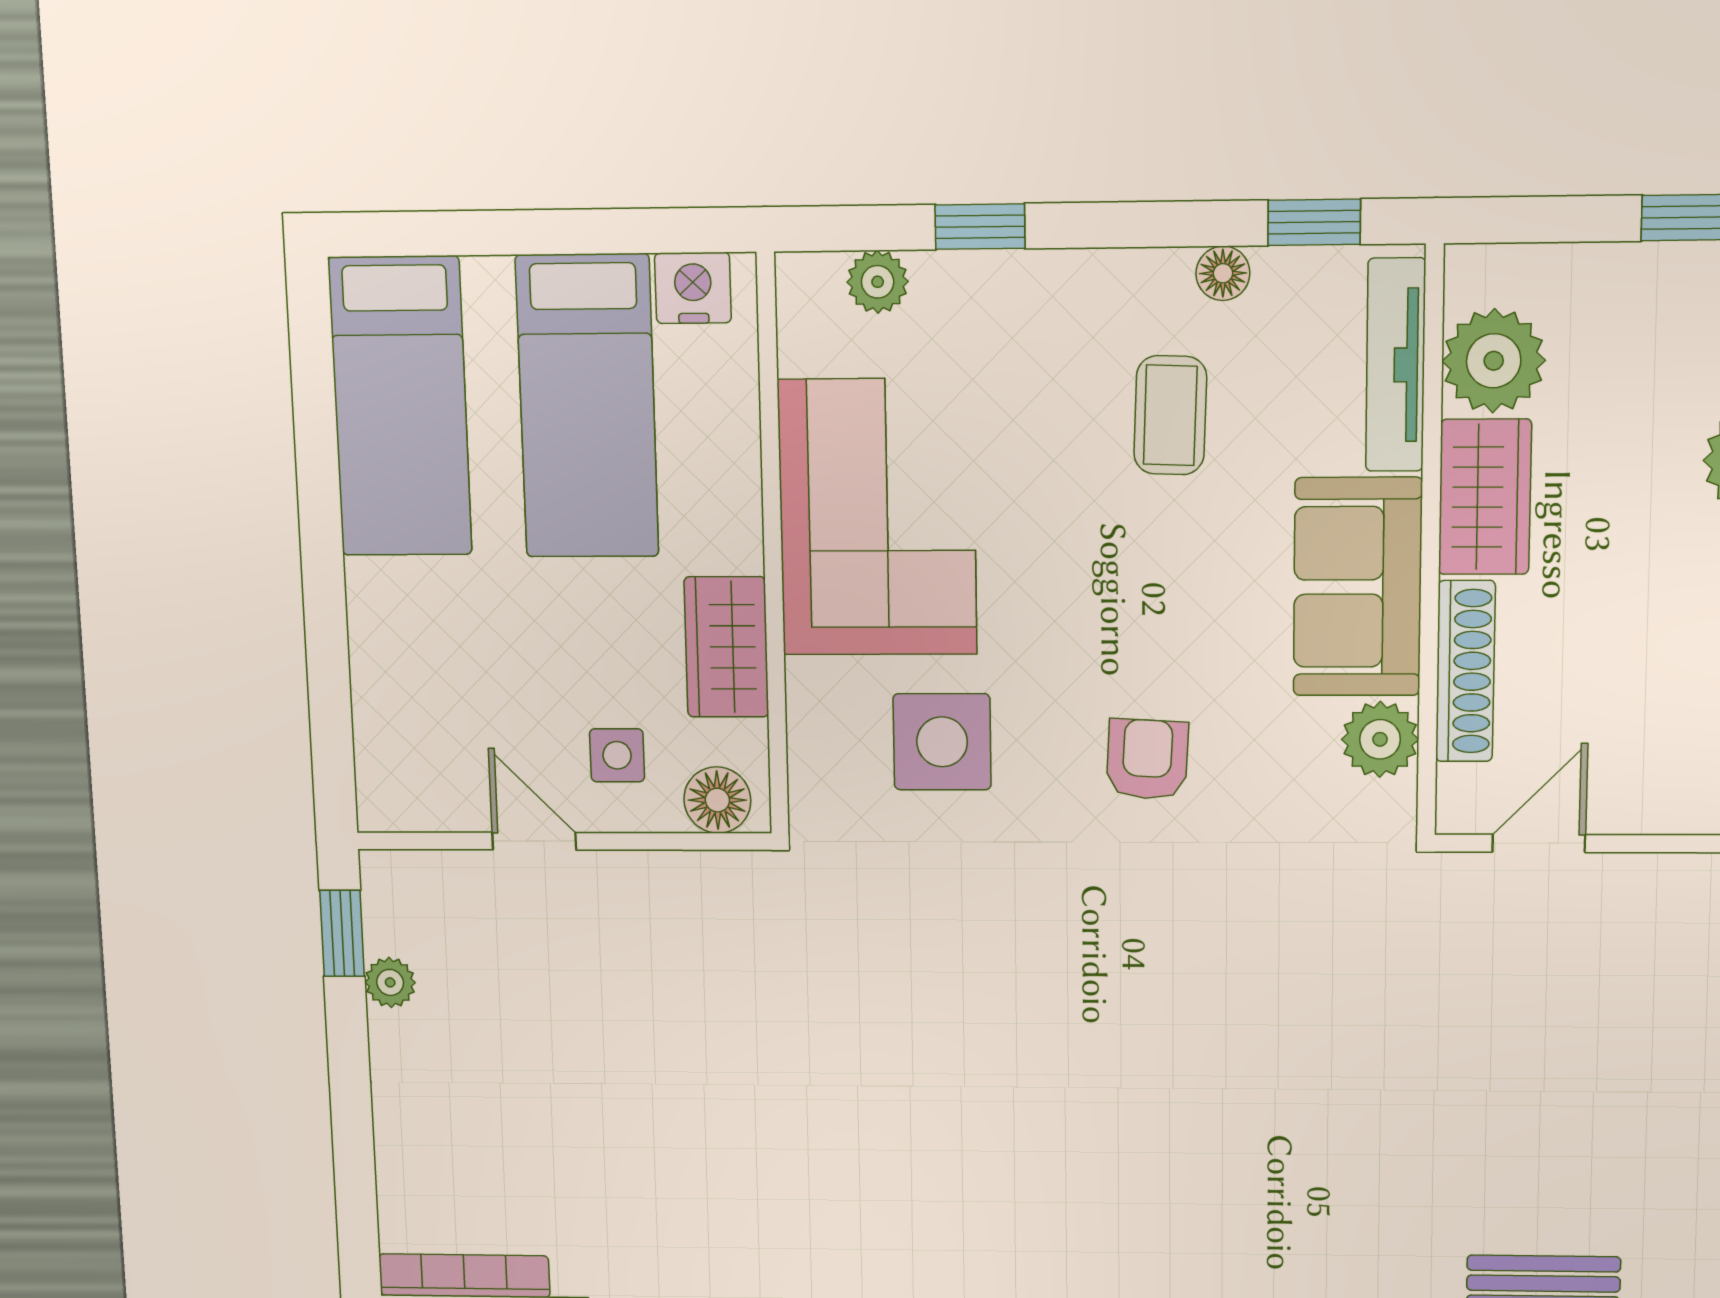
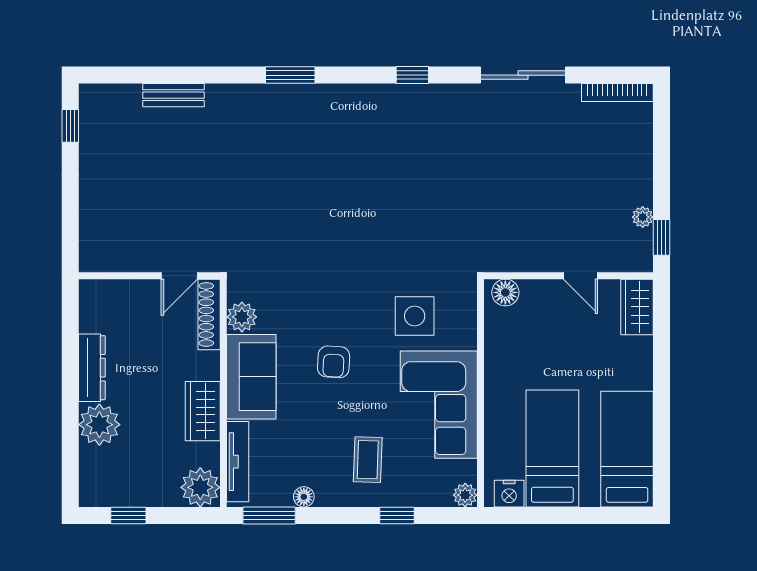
window: (1314, 222) -> (269, 515), width x1.50
plant: (878, 282) -> (465, 495), moved
plant: (1494, 361) -> (200, 487), moved
coffee table: (1170, 415) -> (368, 460), moved
wardrobe: (726, 647) -> (637, 307), moved, turned 180
shoe rack: (1465, 671) -> (209, 314), moved
side table: (617, 755) -> (545, 311), removed
armchair: (1147, 759) -> (334, 362), moved

